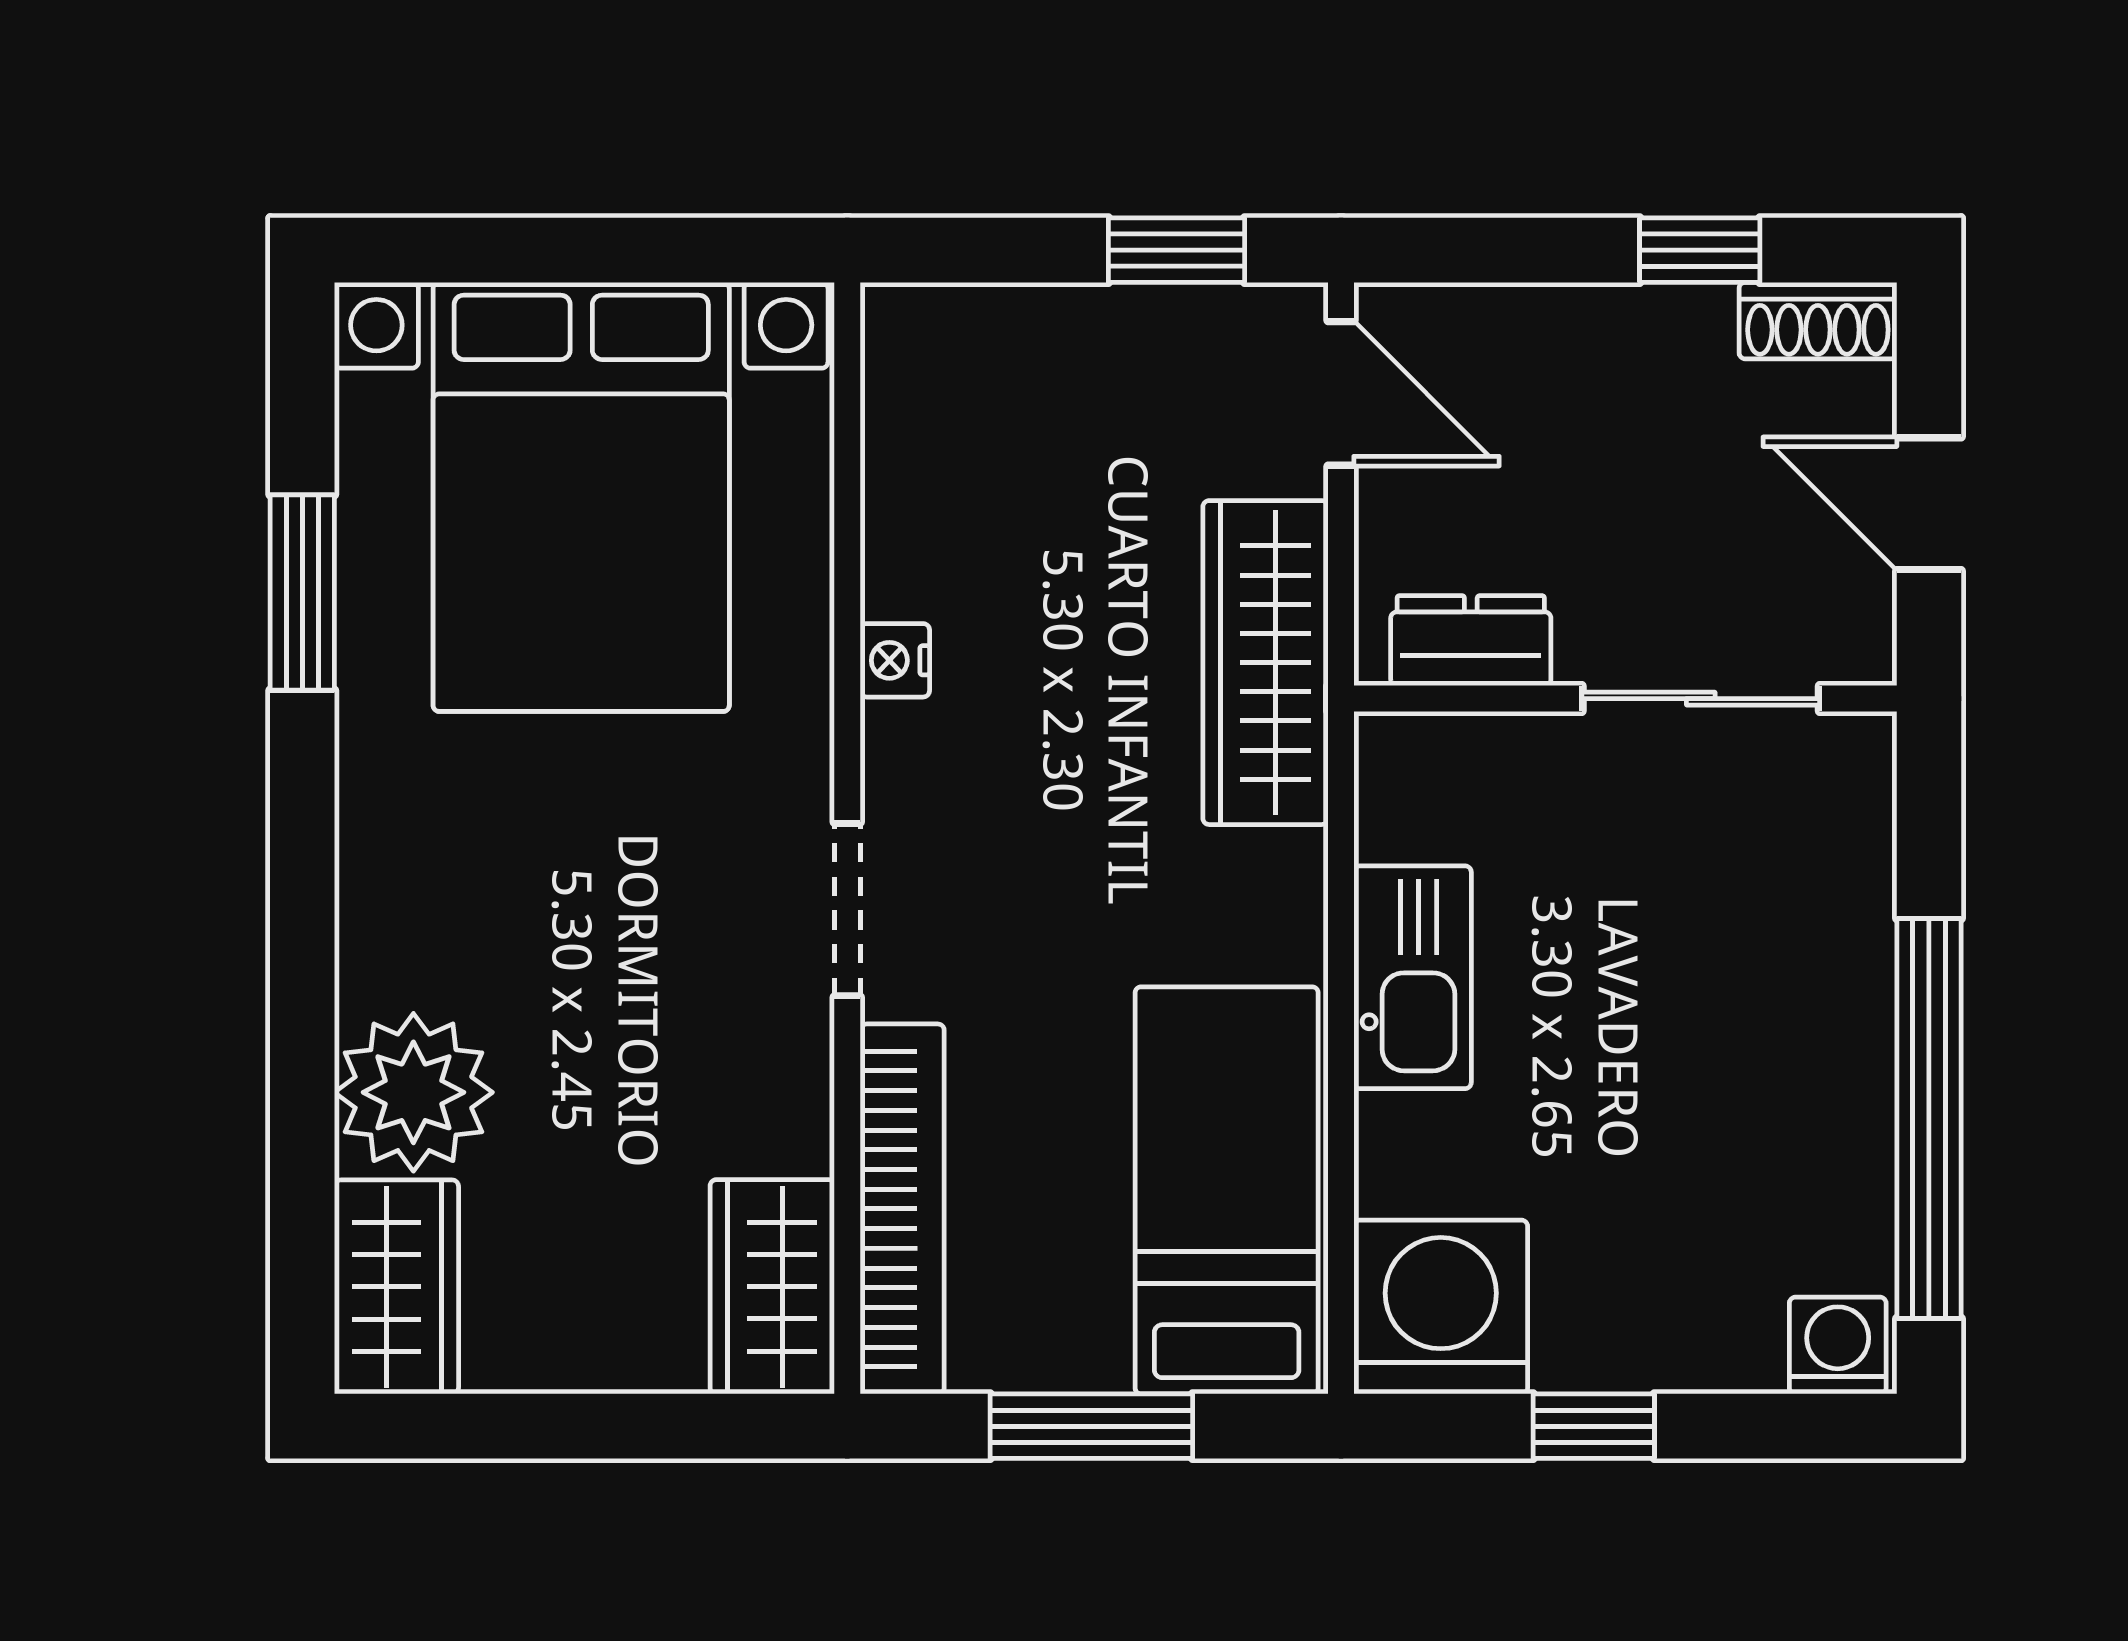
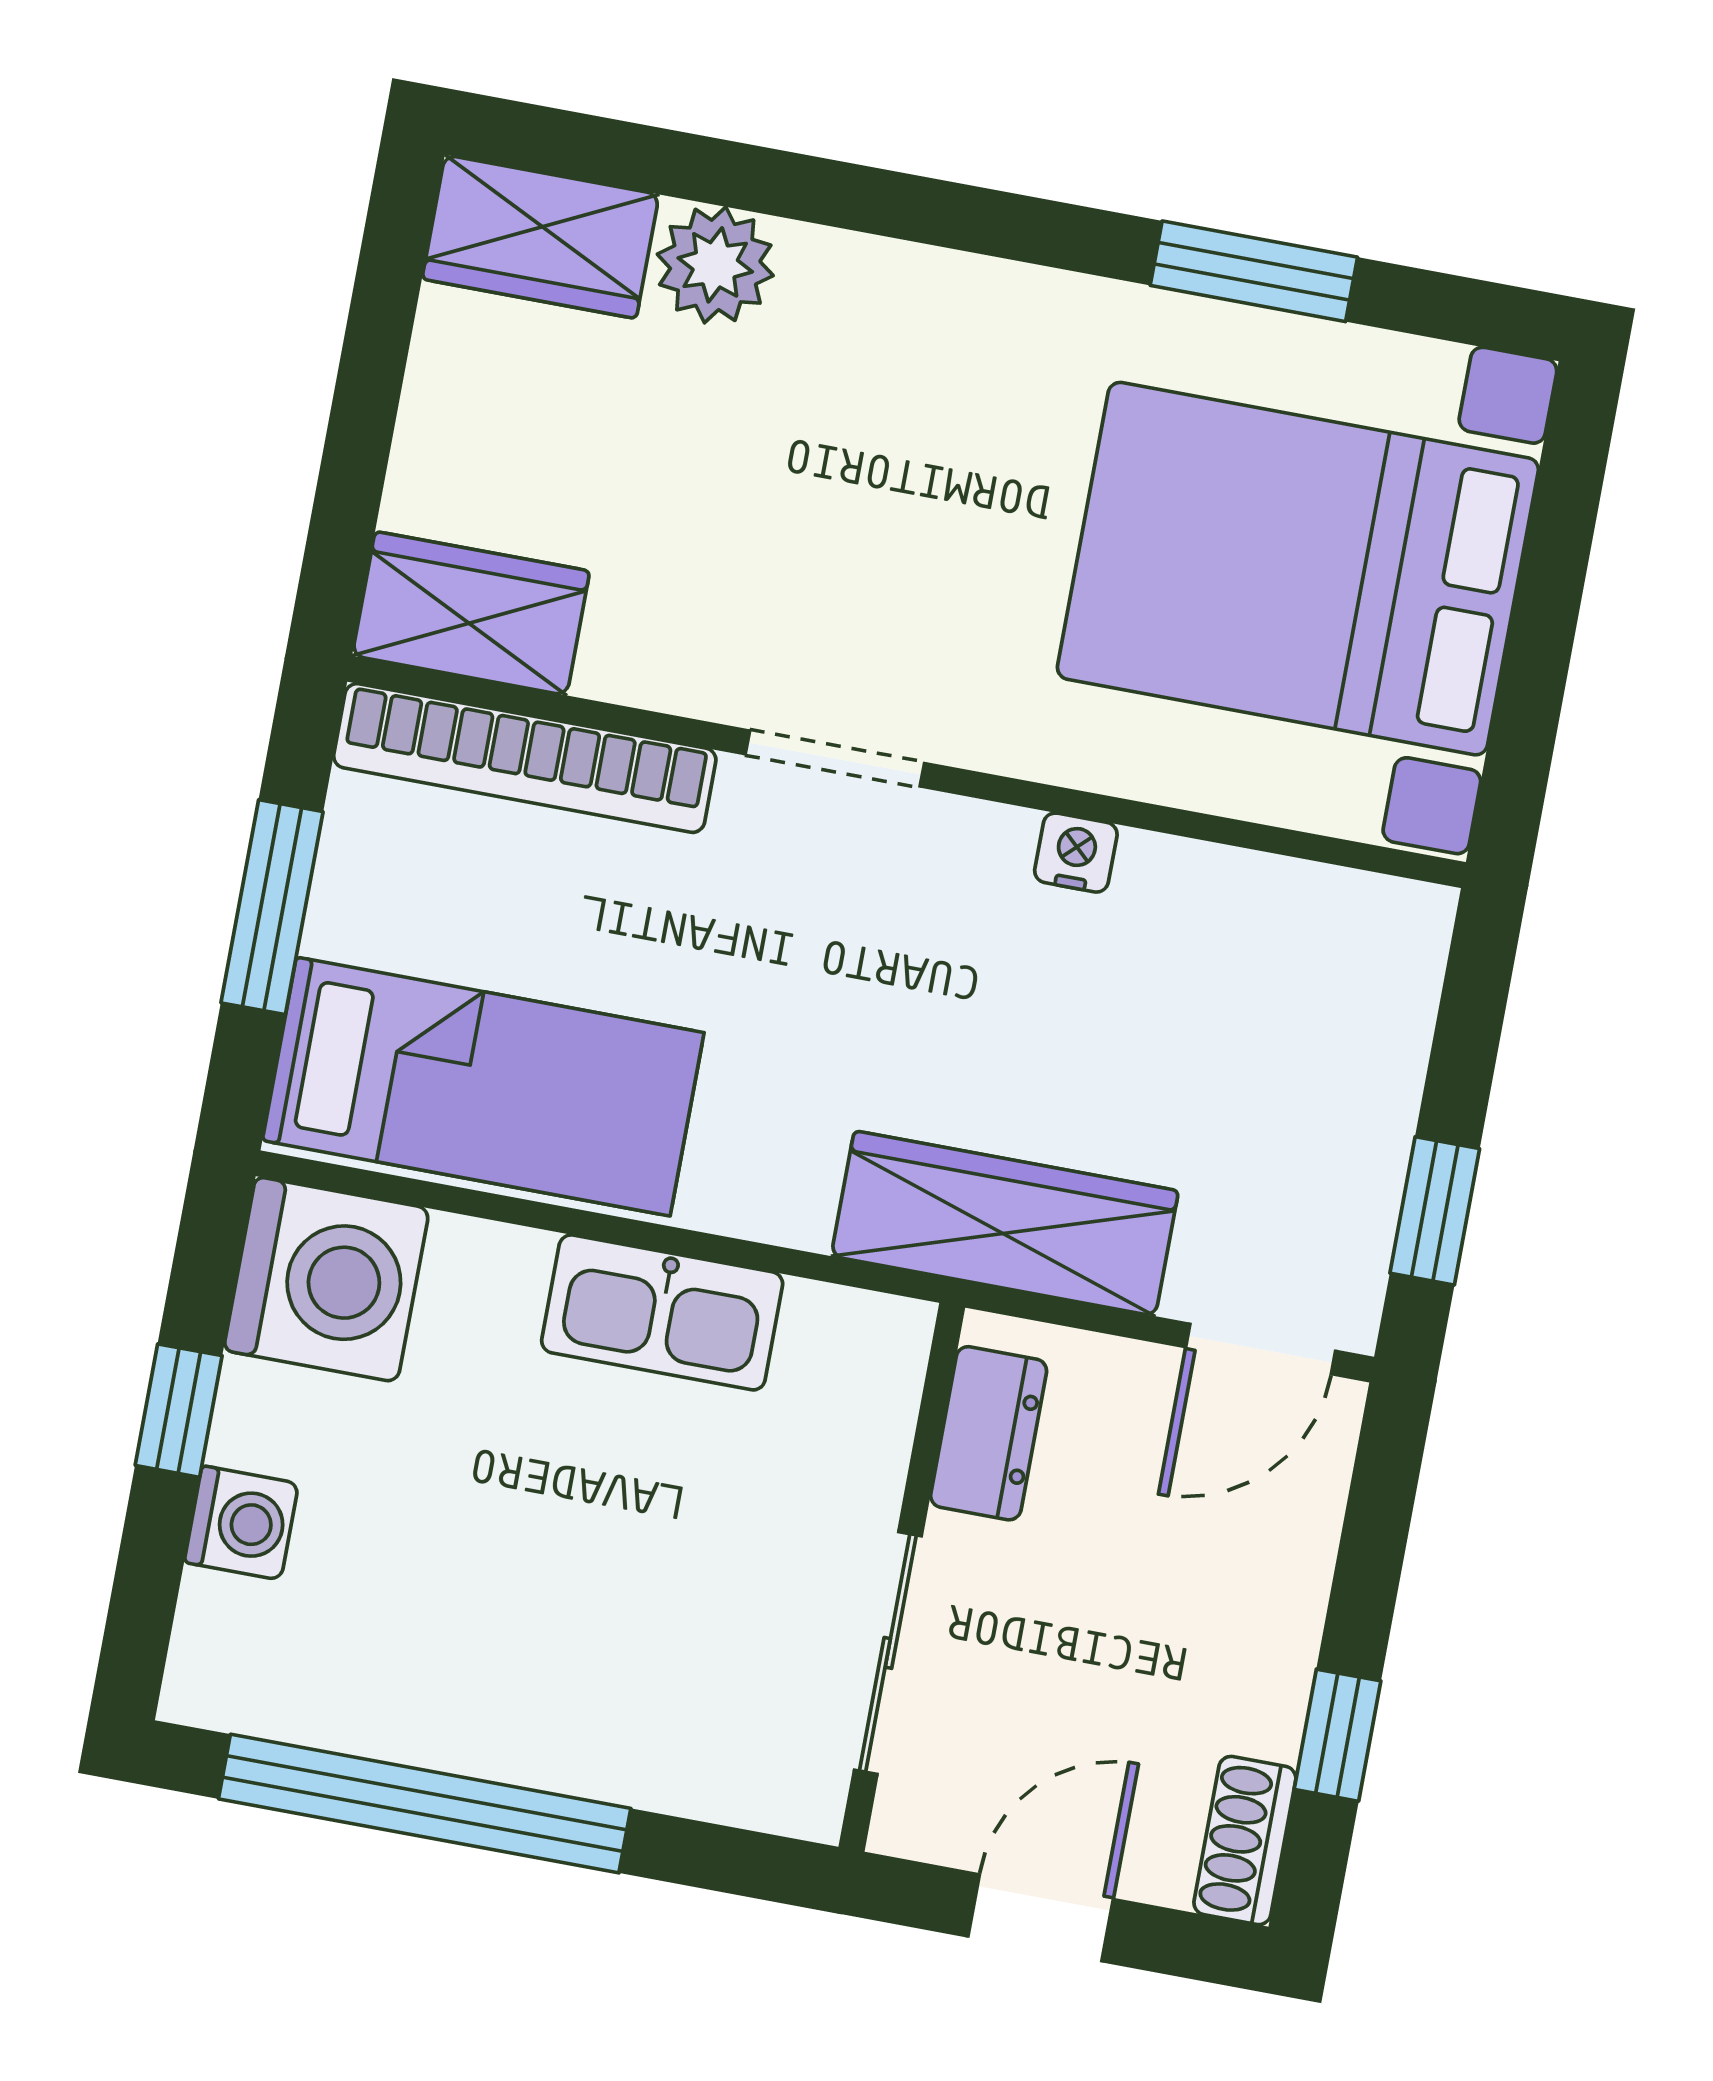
plant: (413, 1092) -> (715, 265), width x0.73, depth x0.73
washing machine: (1838, 1346) -> (241, 1523), moved

